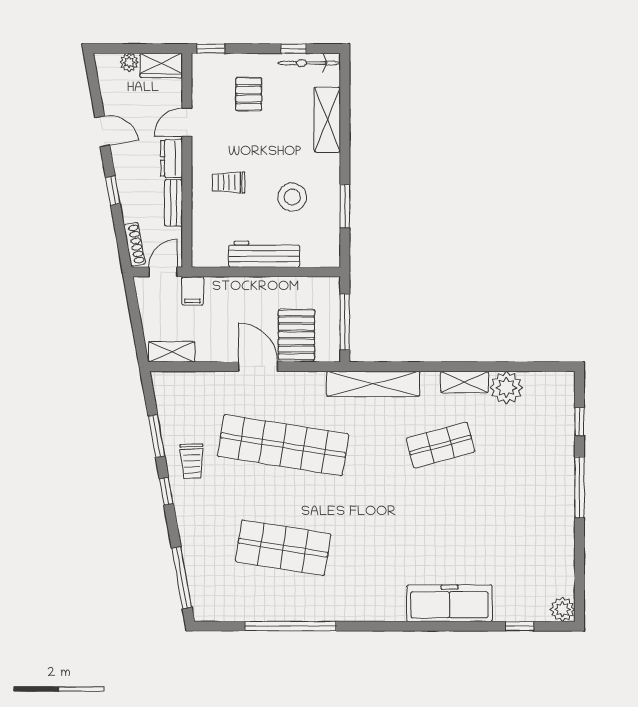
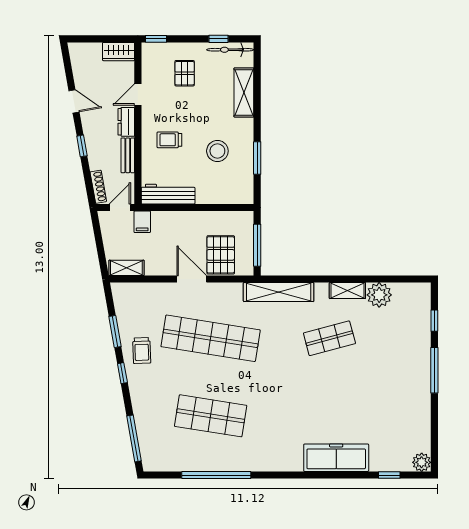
plant: (129, 62) -> (94, 49), removed
workbench: (264, 254) -> (168, 194), moved

